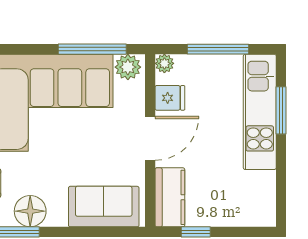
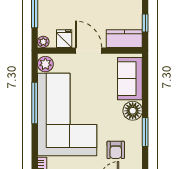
window: (92, 49) -> (35, 103), moved
floor lamp: (30, 211) -> (133, 111), moved

